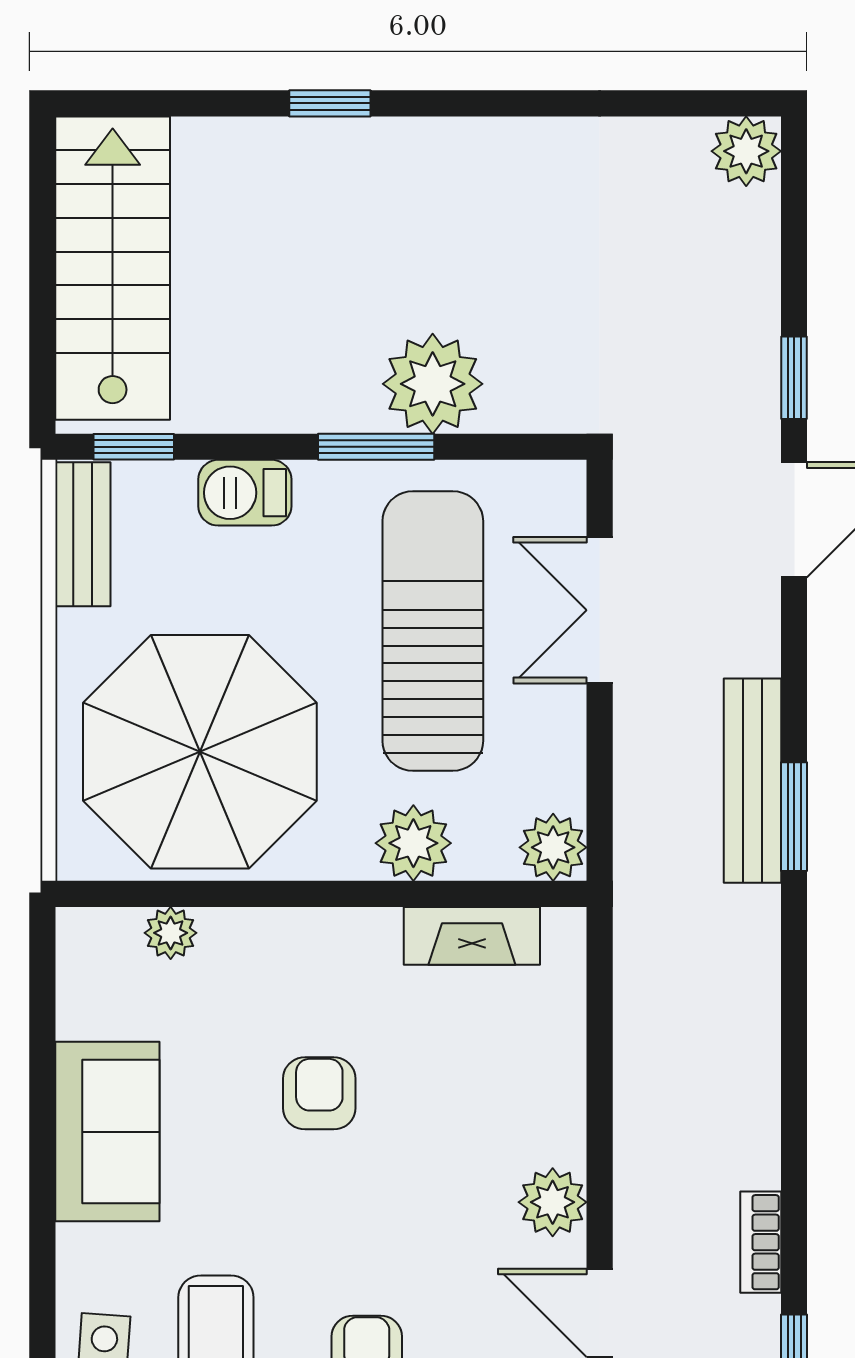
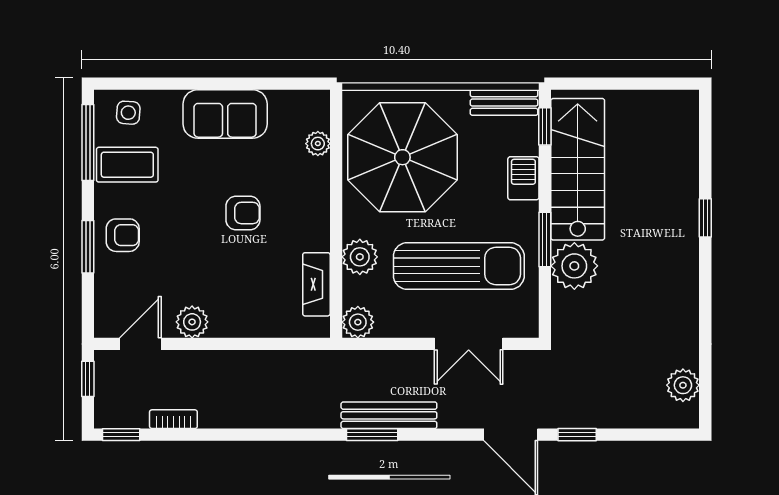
plant: (746, 151) -> (683, 385), moved
stairs: (113, 268) -> (578, 169), moved, turned -90
double door: (600, 610) -> (469, 344), swing flipped

